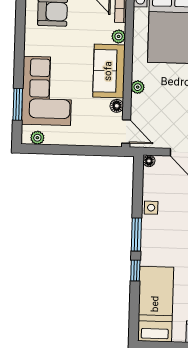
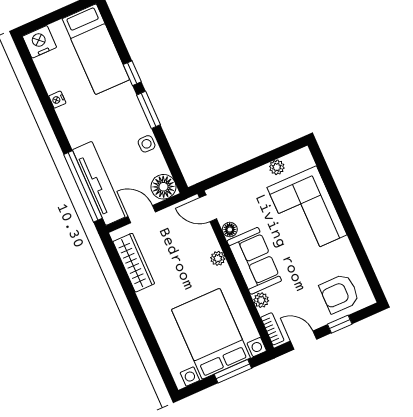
window: (18, 104) -> (330, 184), removed
plant: (37, 138) -> (277, 167), moved
floor lamp: (149, 161) -> (163, 187), width x1.89, depth x1.89

